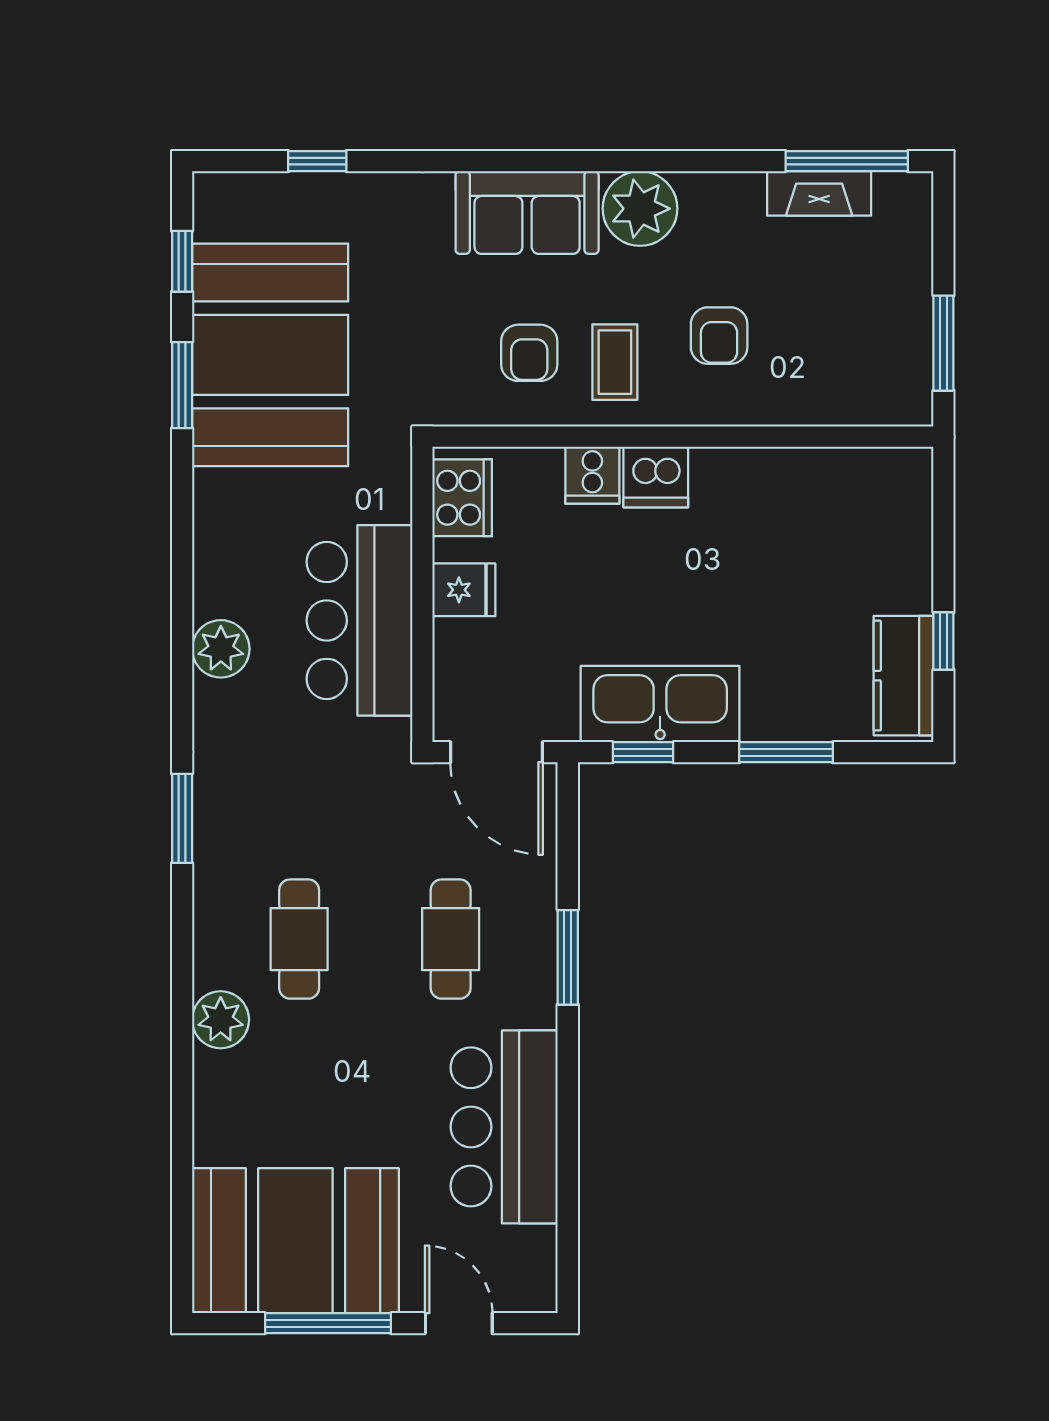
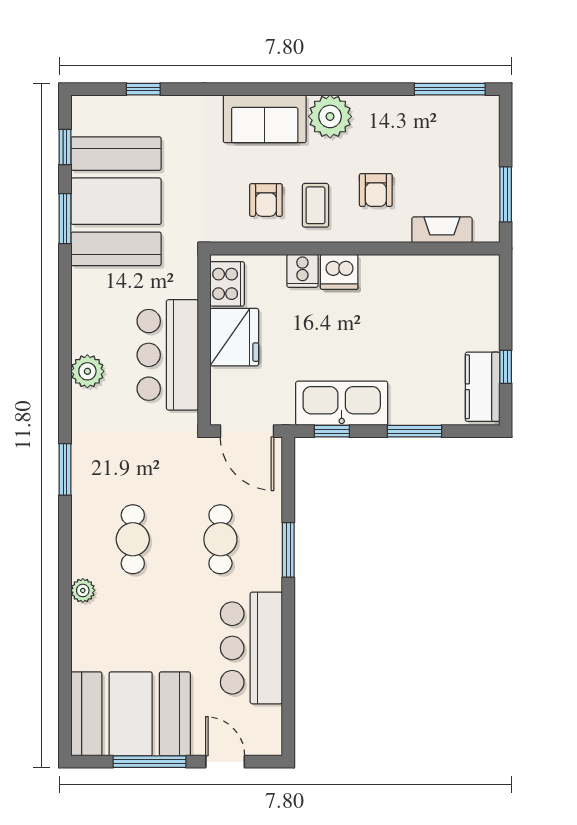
fireplace: (819, 193) -> (442, 230), moved, turned 180
fridge: (464, 590) -> (234, 337), width x1.88, depth x1.34
plant: (221, 1020) -> (83, 590), width x0.73, depth x0.73

